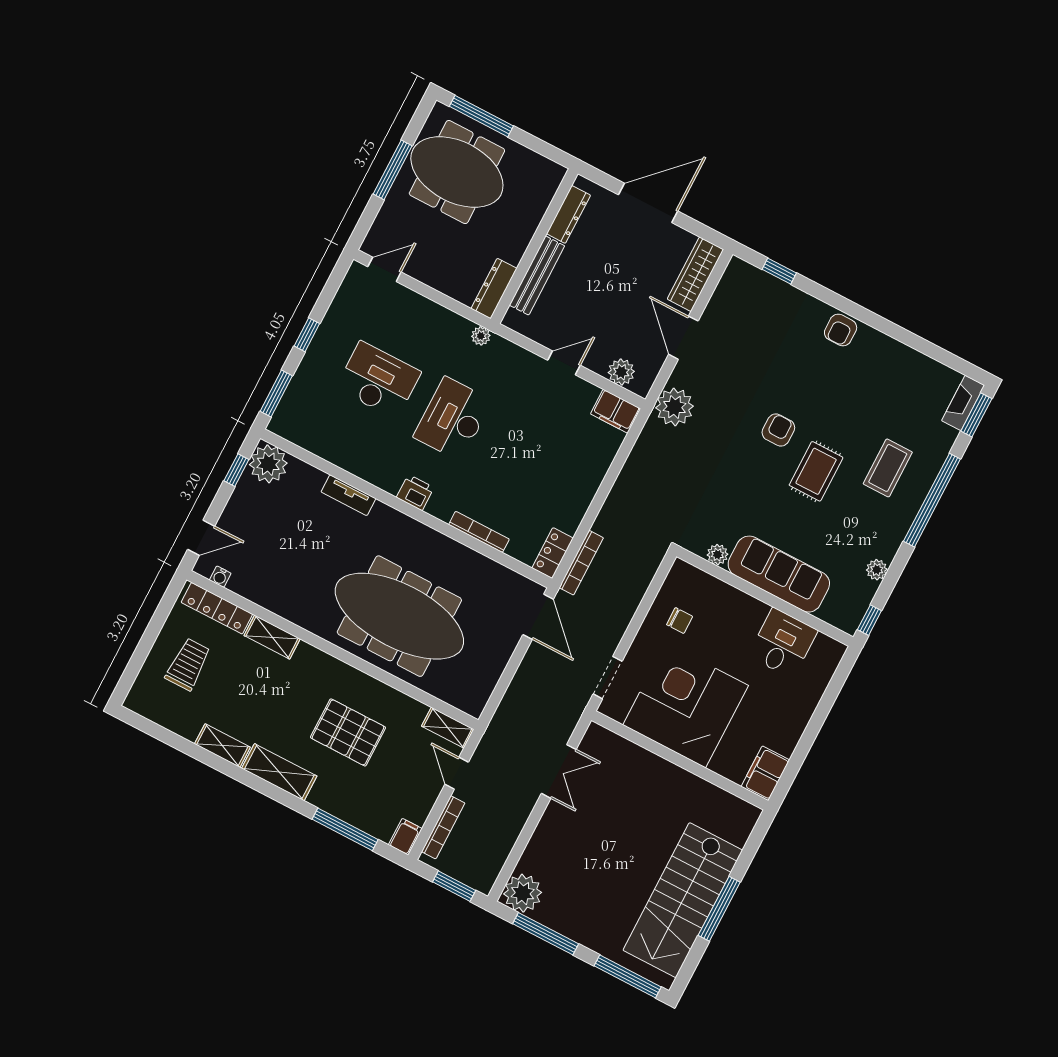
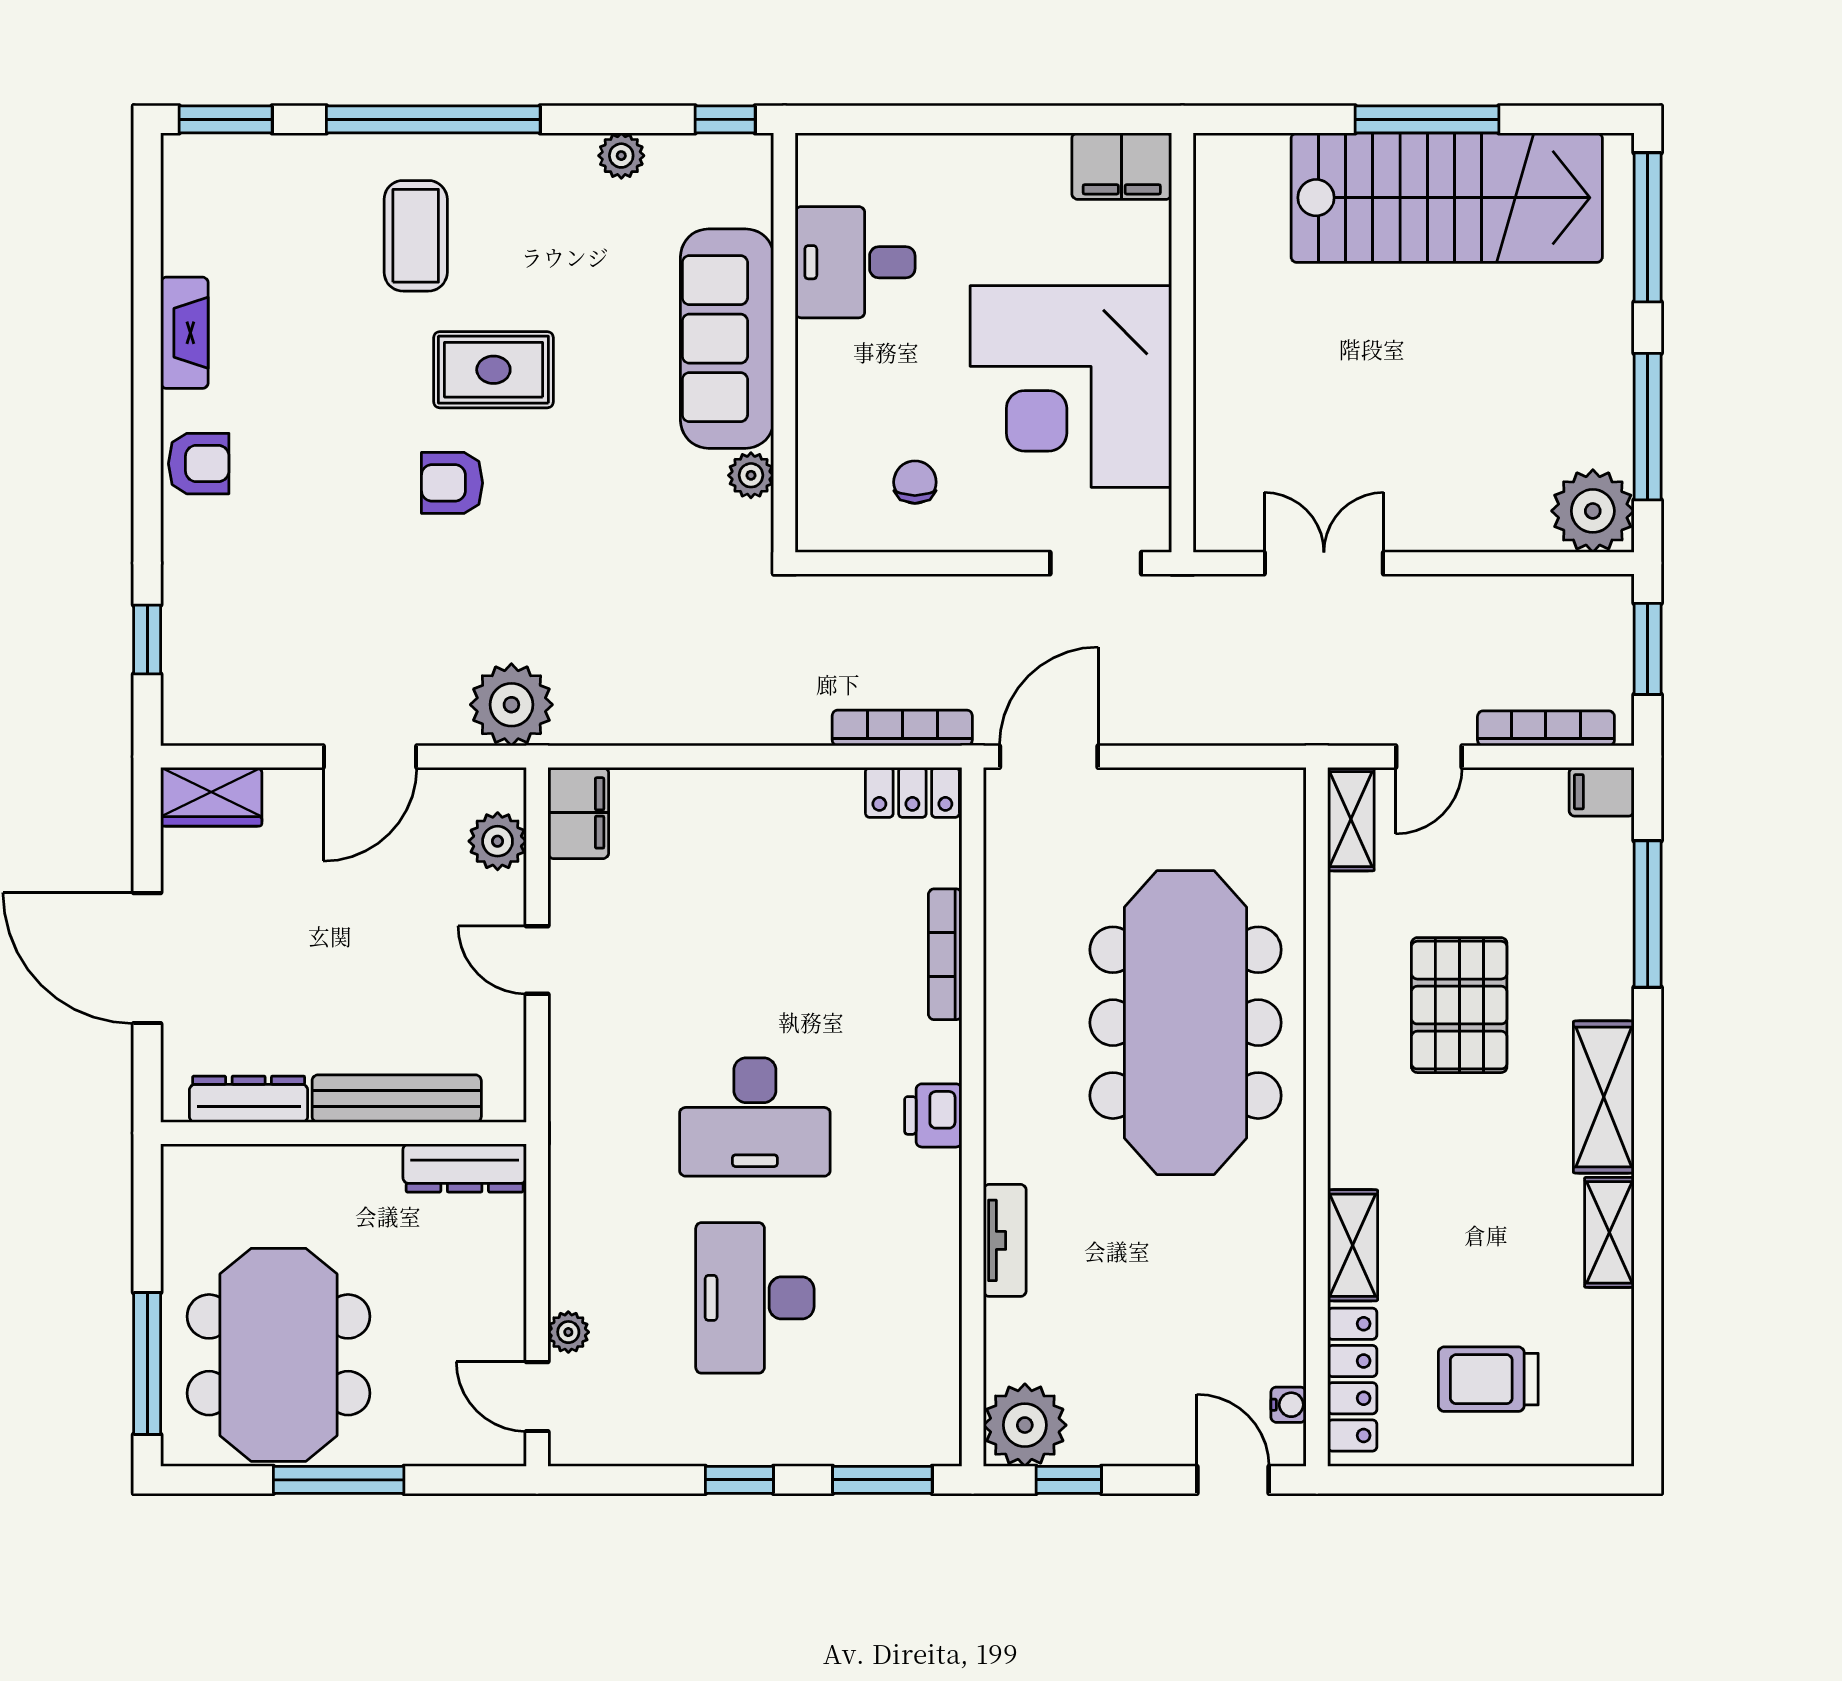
wardrobe: (695, 274) -> (211, 797), width x0.67
plant: (481, 336) -> (568, 1332), moved
fireplace: (963, 403) -> (184, 333), moved, turned -90
coffee table: (888, 468) -> (416, 236), turned 90

